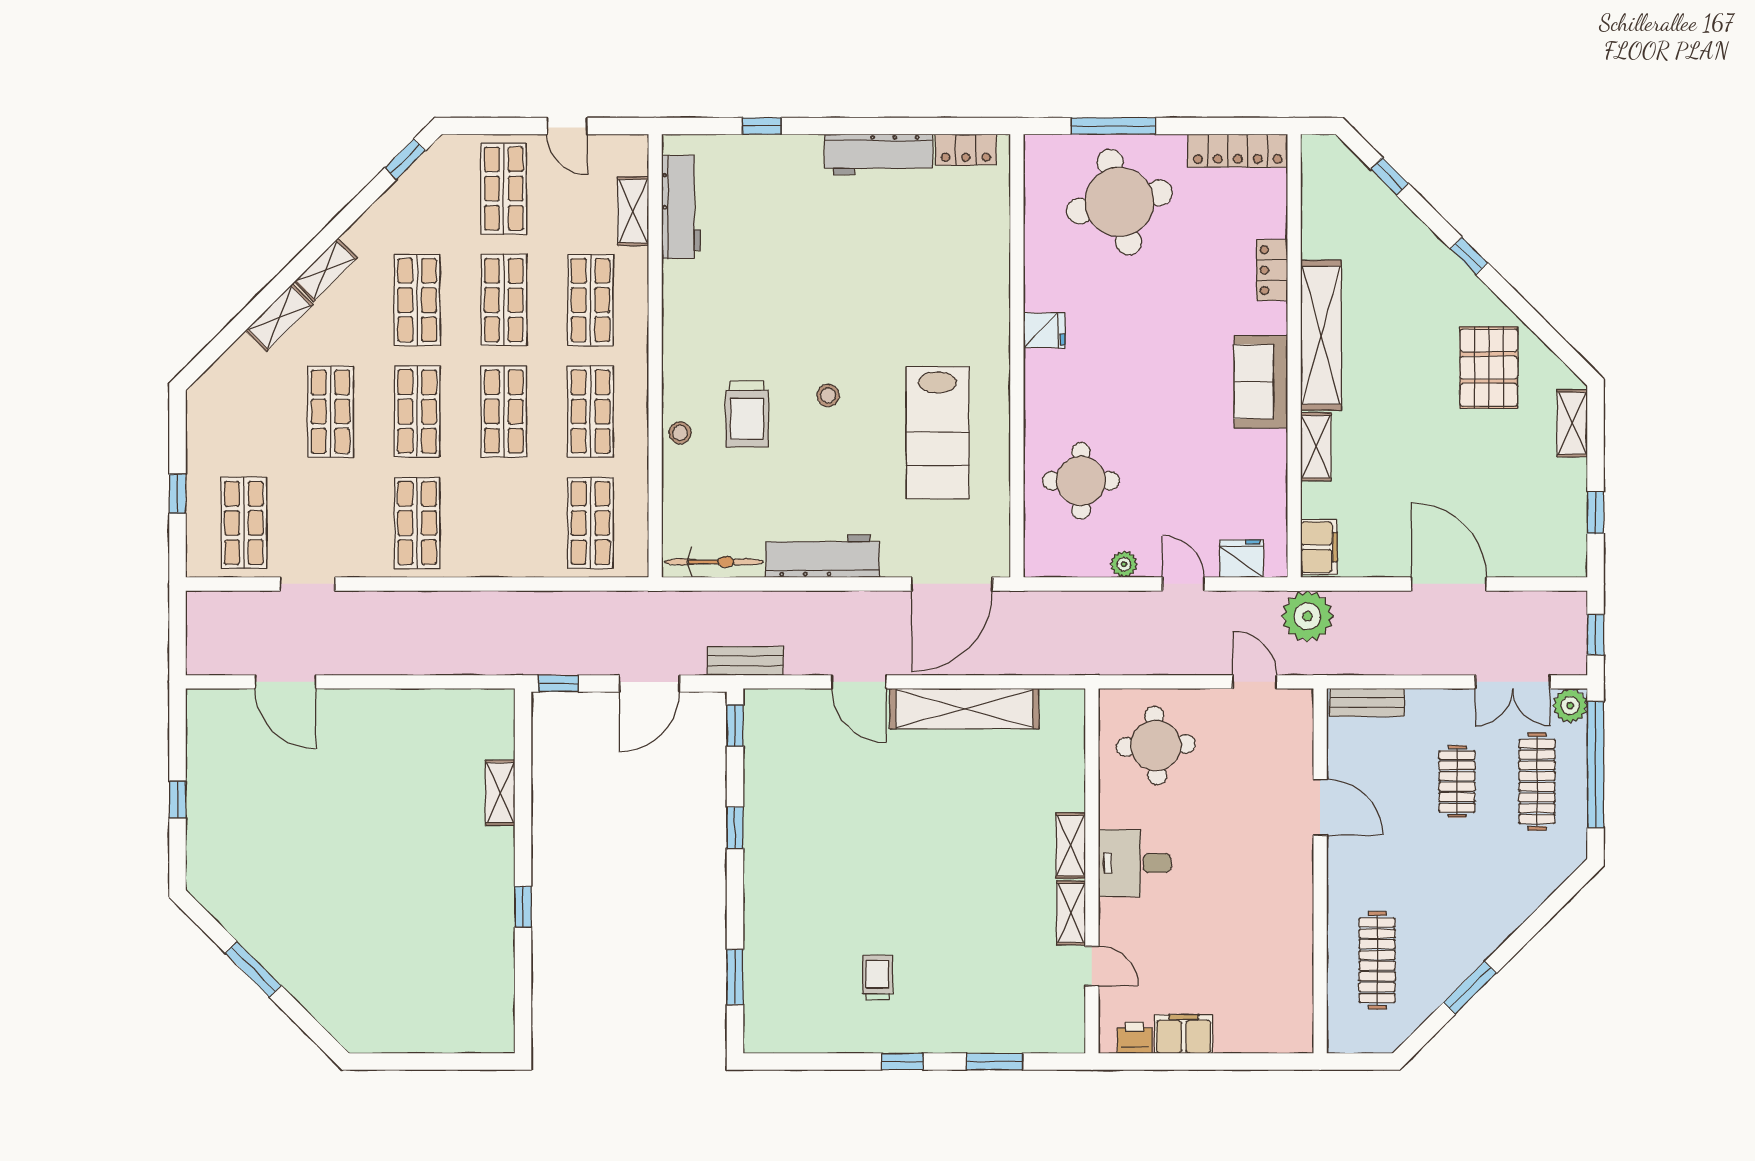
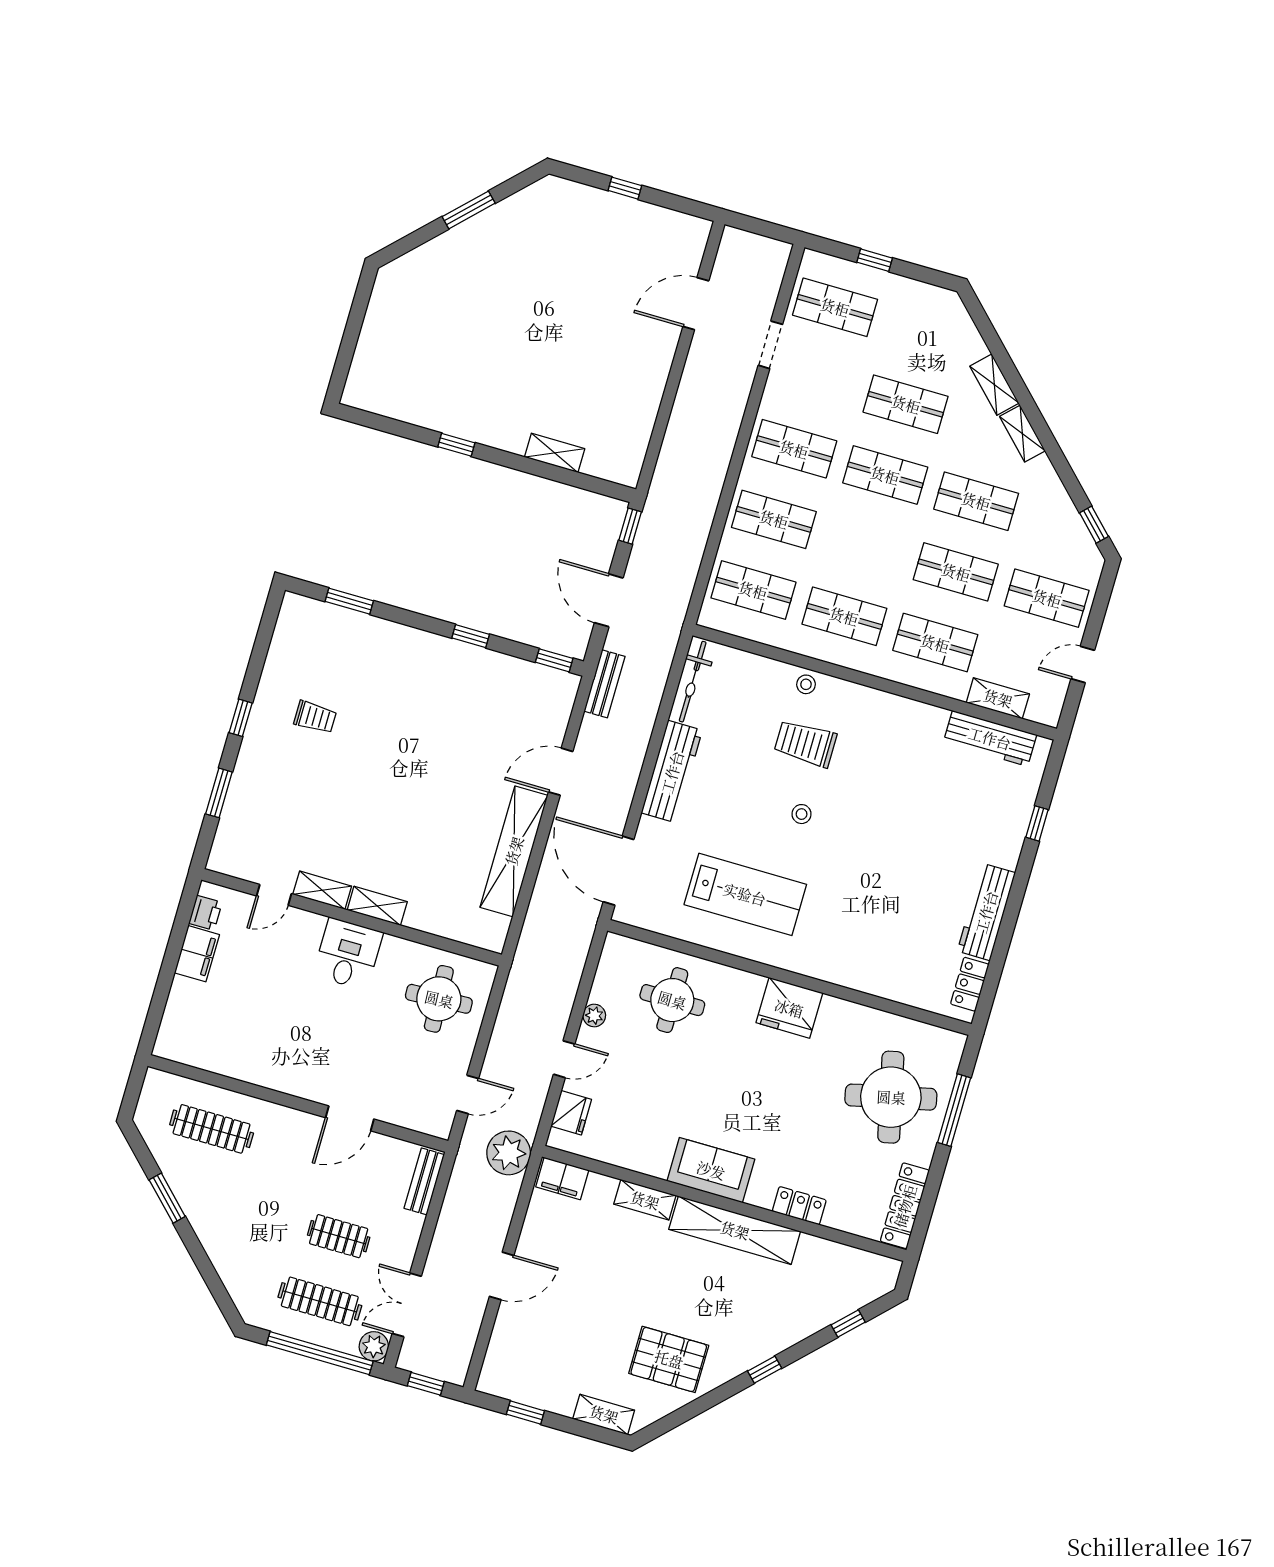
fridge: (1044, 330) -> (789, 1008), width x1.88, depth x1.34
shop shelf: (504, 412) -> (774, 519), moved
lab bench: (938, 433) -> (745, 894), turned 180
door: (1449, 584) -> (502, 1276), width x0.73

